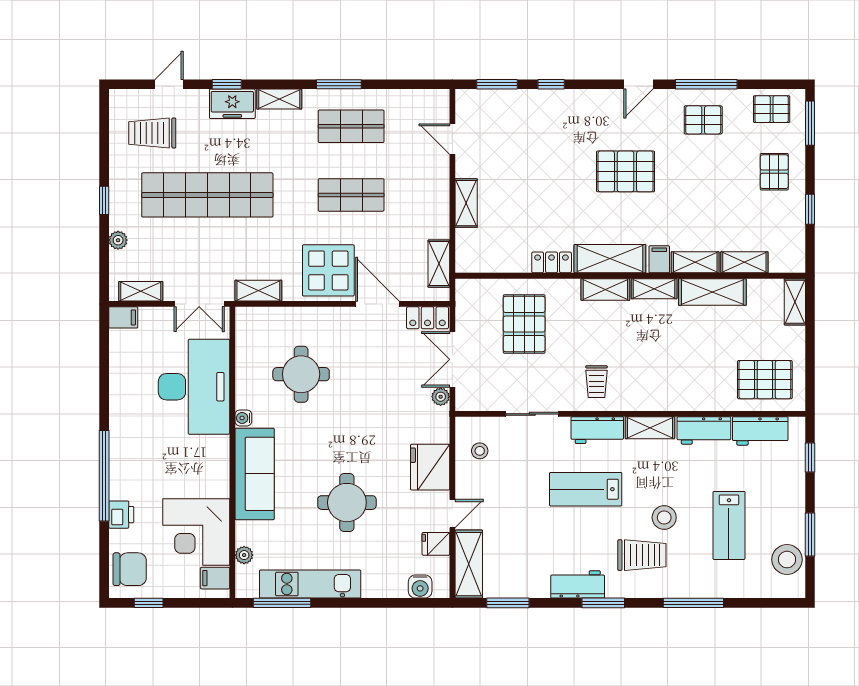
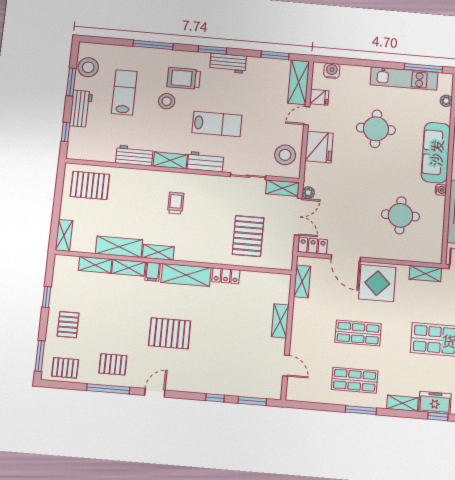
shelving: (605, 289) -> (282, 188), moved
trolley: (596, 382) -> (176, 203), moved
workbench: (760, 431) -> (81, 109), moved, turned 90
stool: (480, 451) -> (285, 155), width x1.89, depth x1.89

